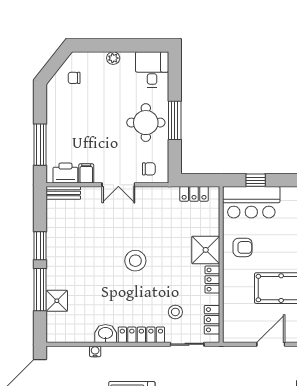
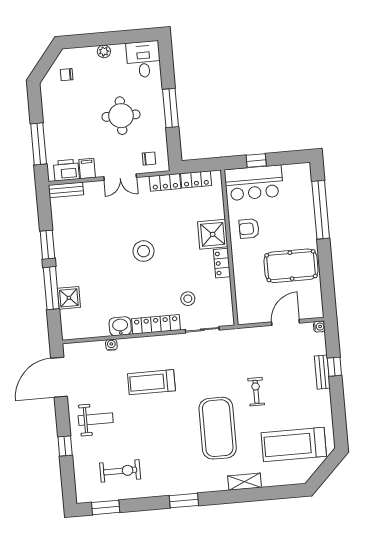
round table: (146, 123) -> (121, 116), moved
armchair: (243, 247) -> (249, 229), turned 180
locker: (212, 320) -> (165, 182), moved, turned -90

